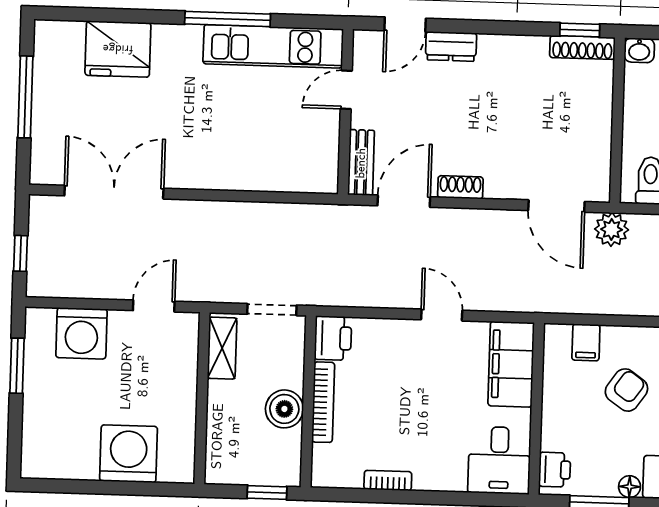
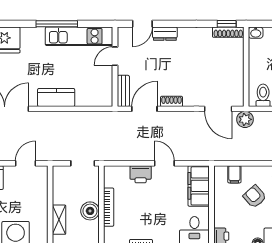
kitchen counter: (222, 172) -> (56, 97), added
printer: (333, 338) -> (141, 174), moved, turned 90
shelving: (222, 348) -> (59, 220), moved
armchair: (626, 390) -> (255, 197), turned -77

